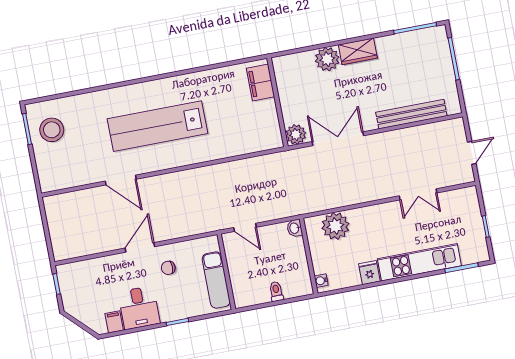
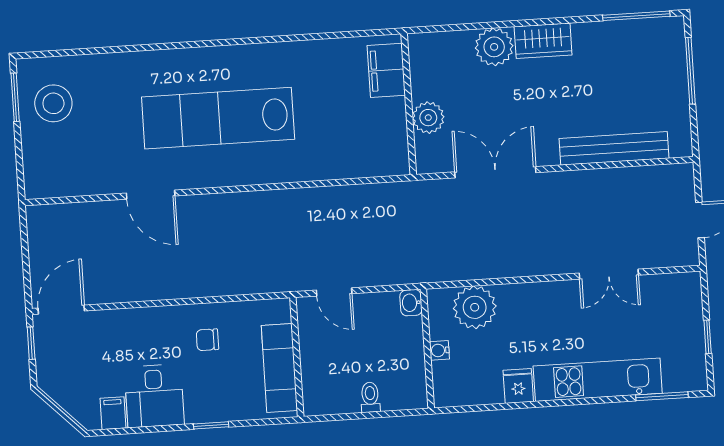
plant: (296, 134) -> (428, 118), moved
door: (140, 247) -> (61, 310), moved
water cooler: (321, 281) -> (439, 350), moved

